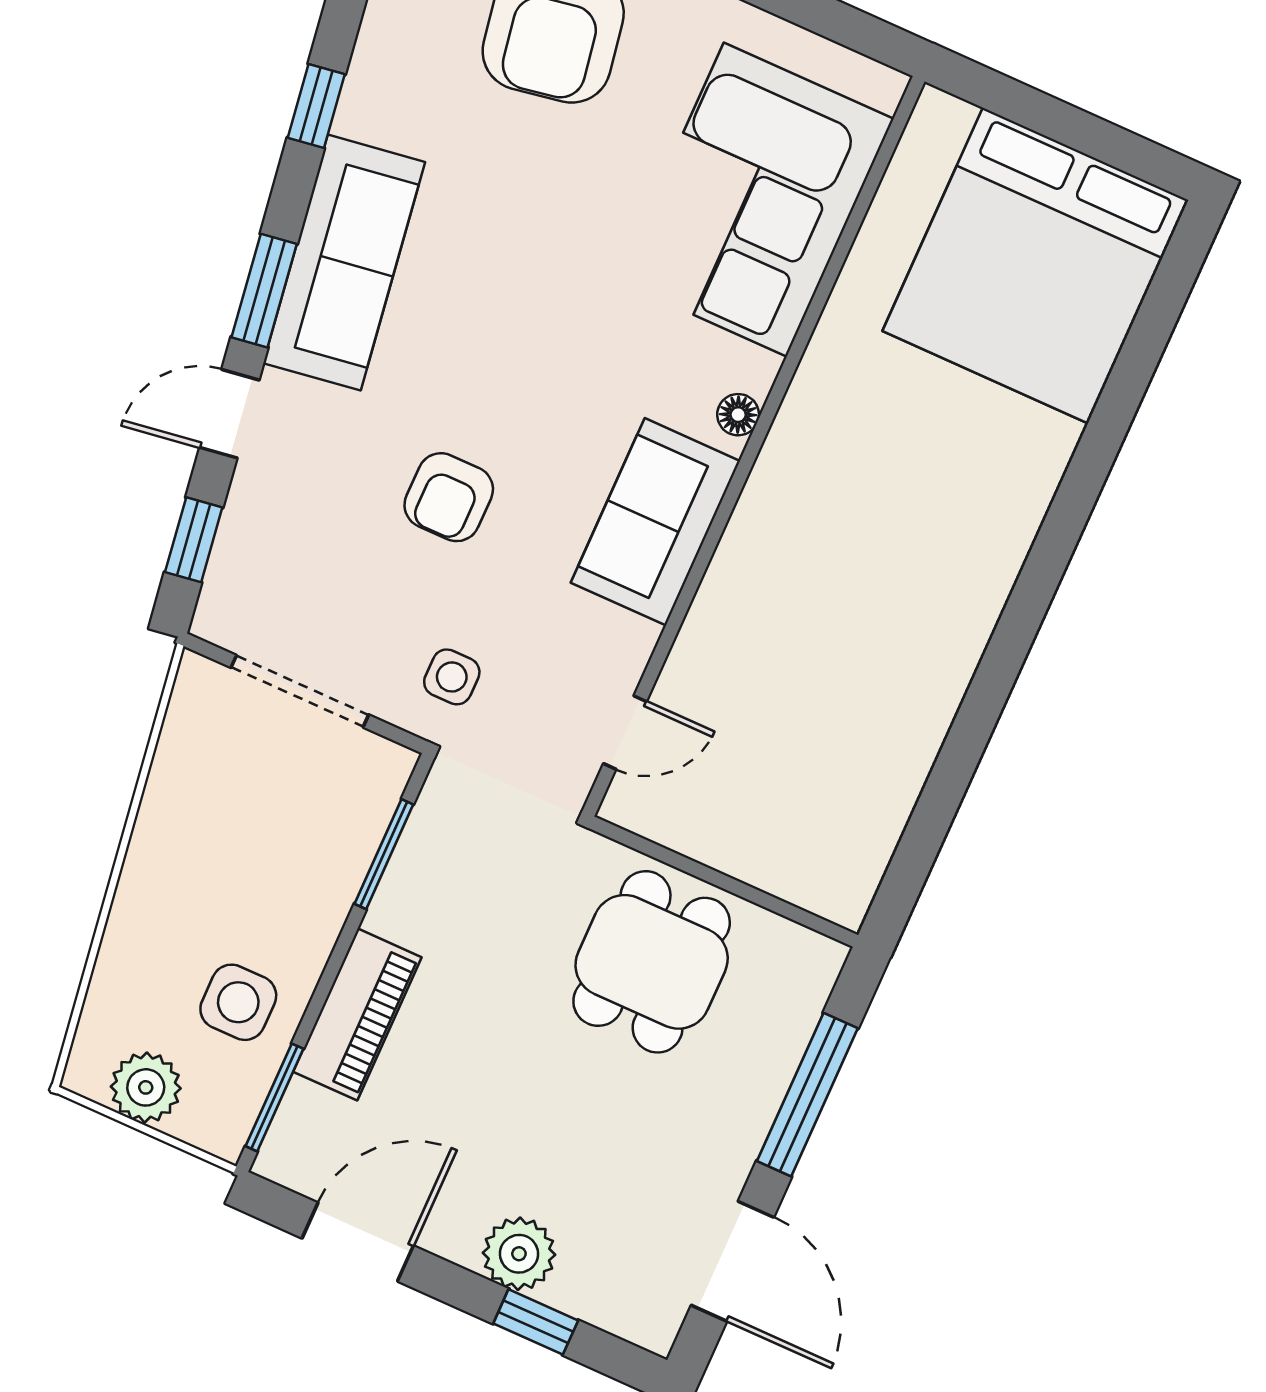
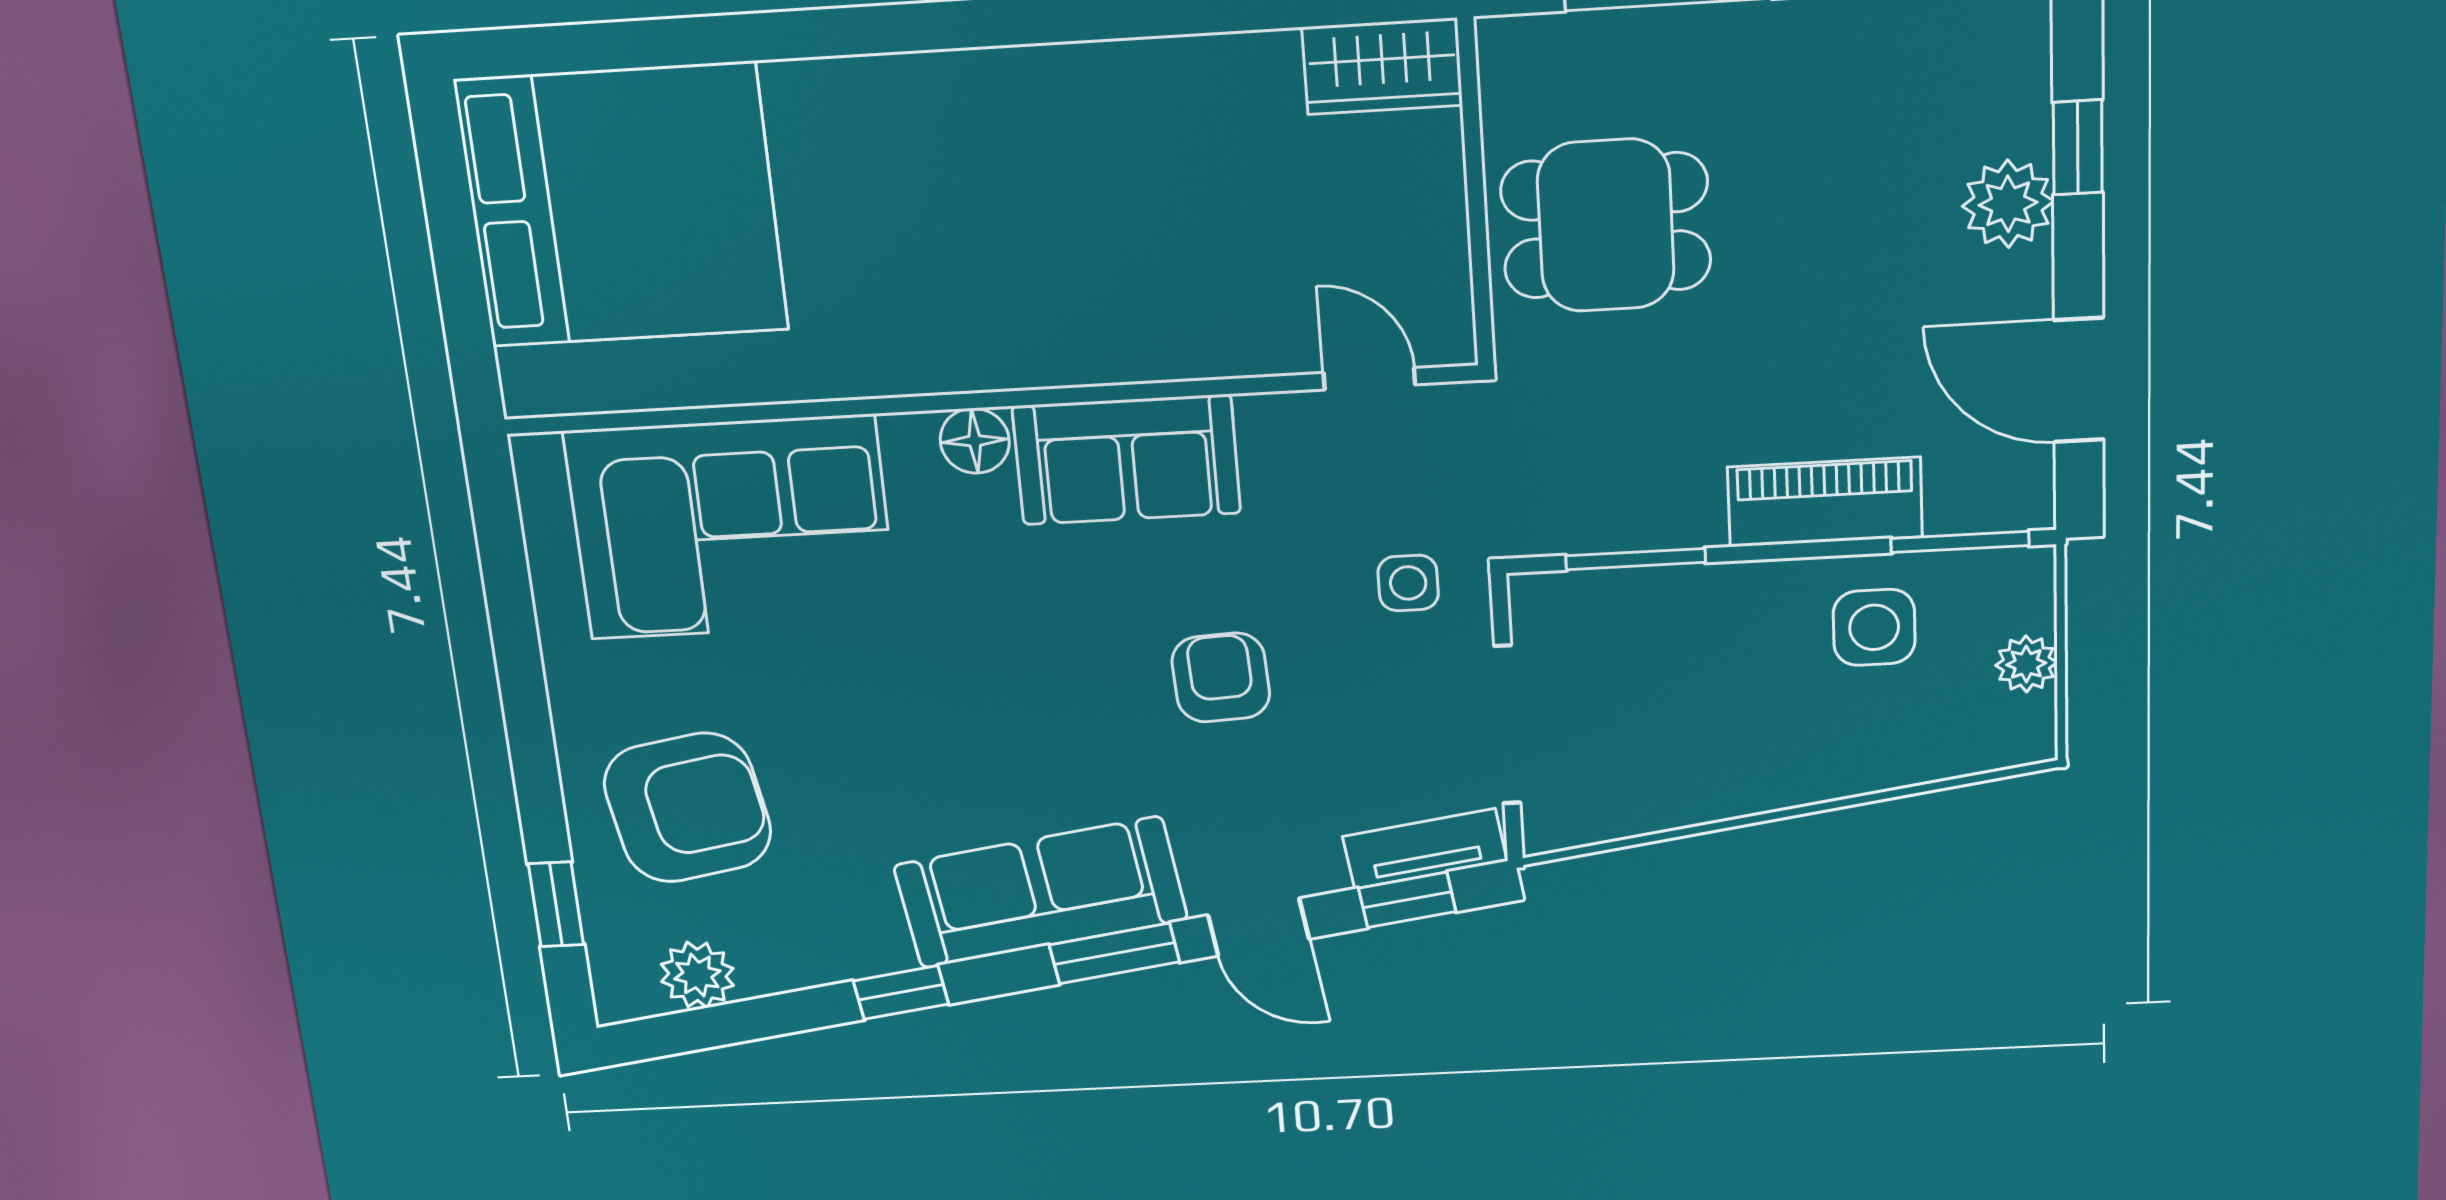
floor lamp: (738, 415) -> (975, 441), width x1.37, depth x1.37
armchair: (449, 497) -> (1221, 678), turned -93
tv unit: (230, 576) -> (1425, 849), added
wardrobe: (851, 864) -> (1382, 66), added
plant: (146, 1087) -> (2026, 664), width x0.73, depth x0.73

